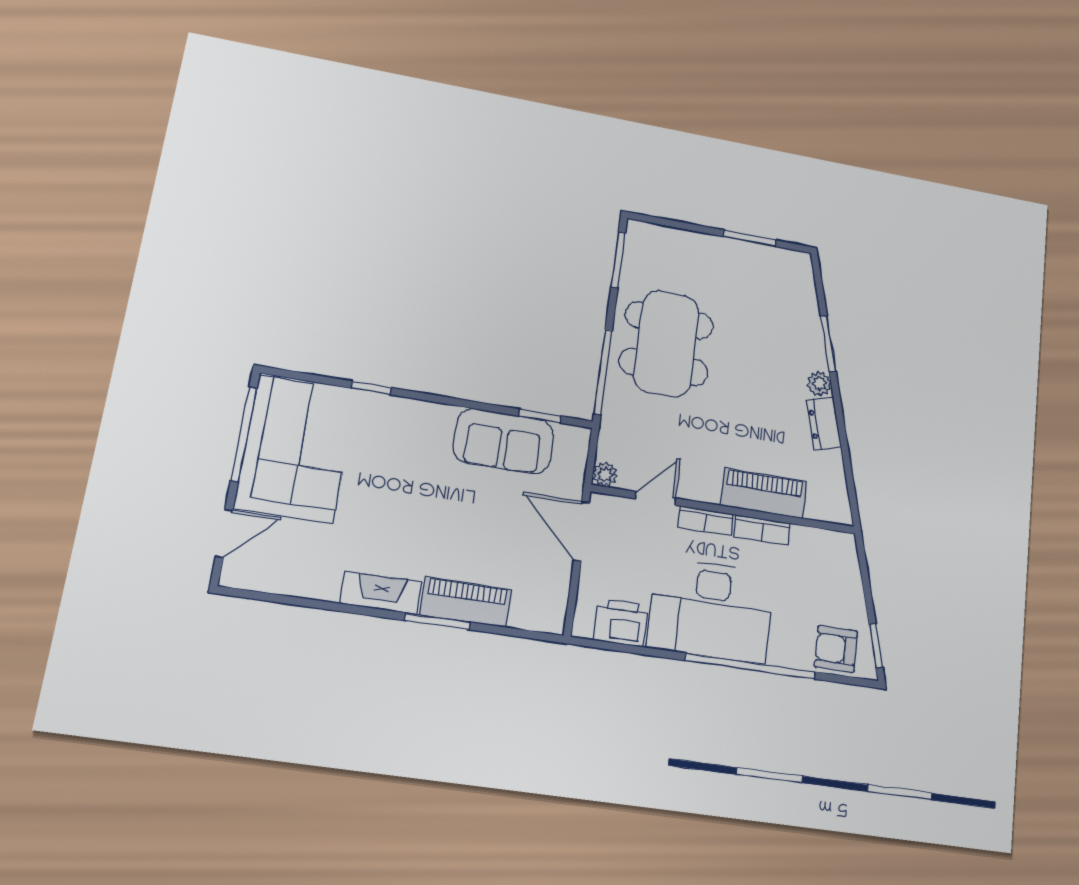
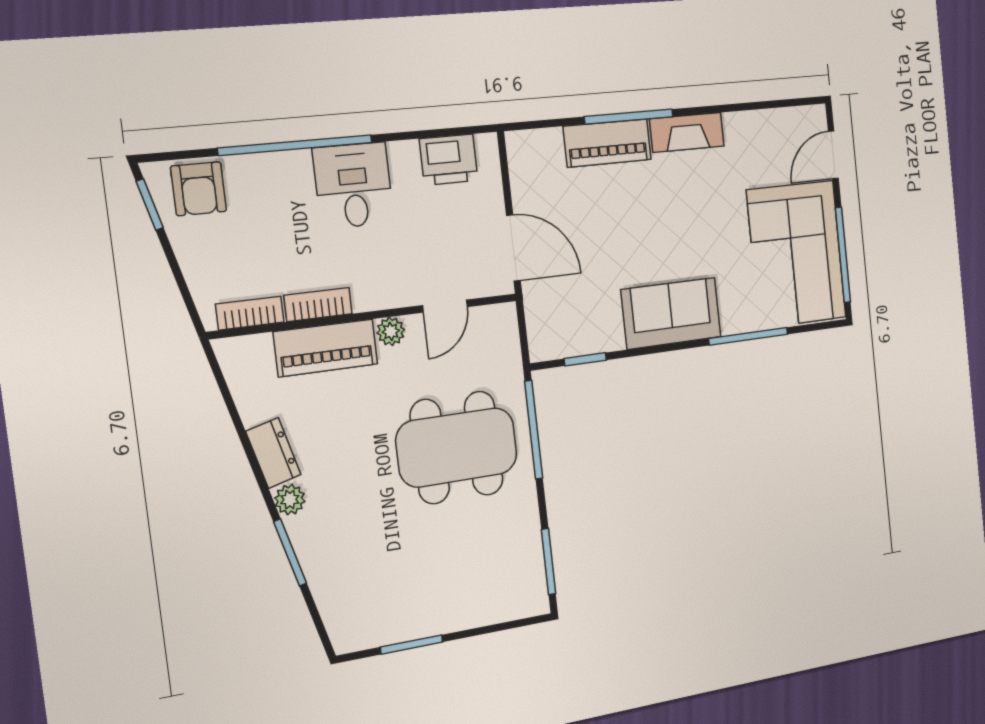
dining table: (666, 344) -> (457, 447), moved, turned 90
window: (371, 388) -> (748, 336), width x2.17
sofa: (504, 441) -> (671, 313), moved
plant: (605, 474) -> (391, 331), moved
bookcase: (706, 521) -> (250, 313), moved
desk: (711, 610) -> (353, 185), width x0.53, depth x0.77
window: (437, 621) -> (629, 117), width x1.44
armchair: (836, 649) -> (199, 189), turned 90

